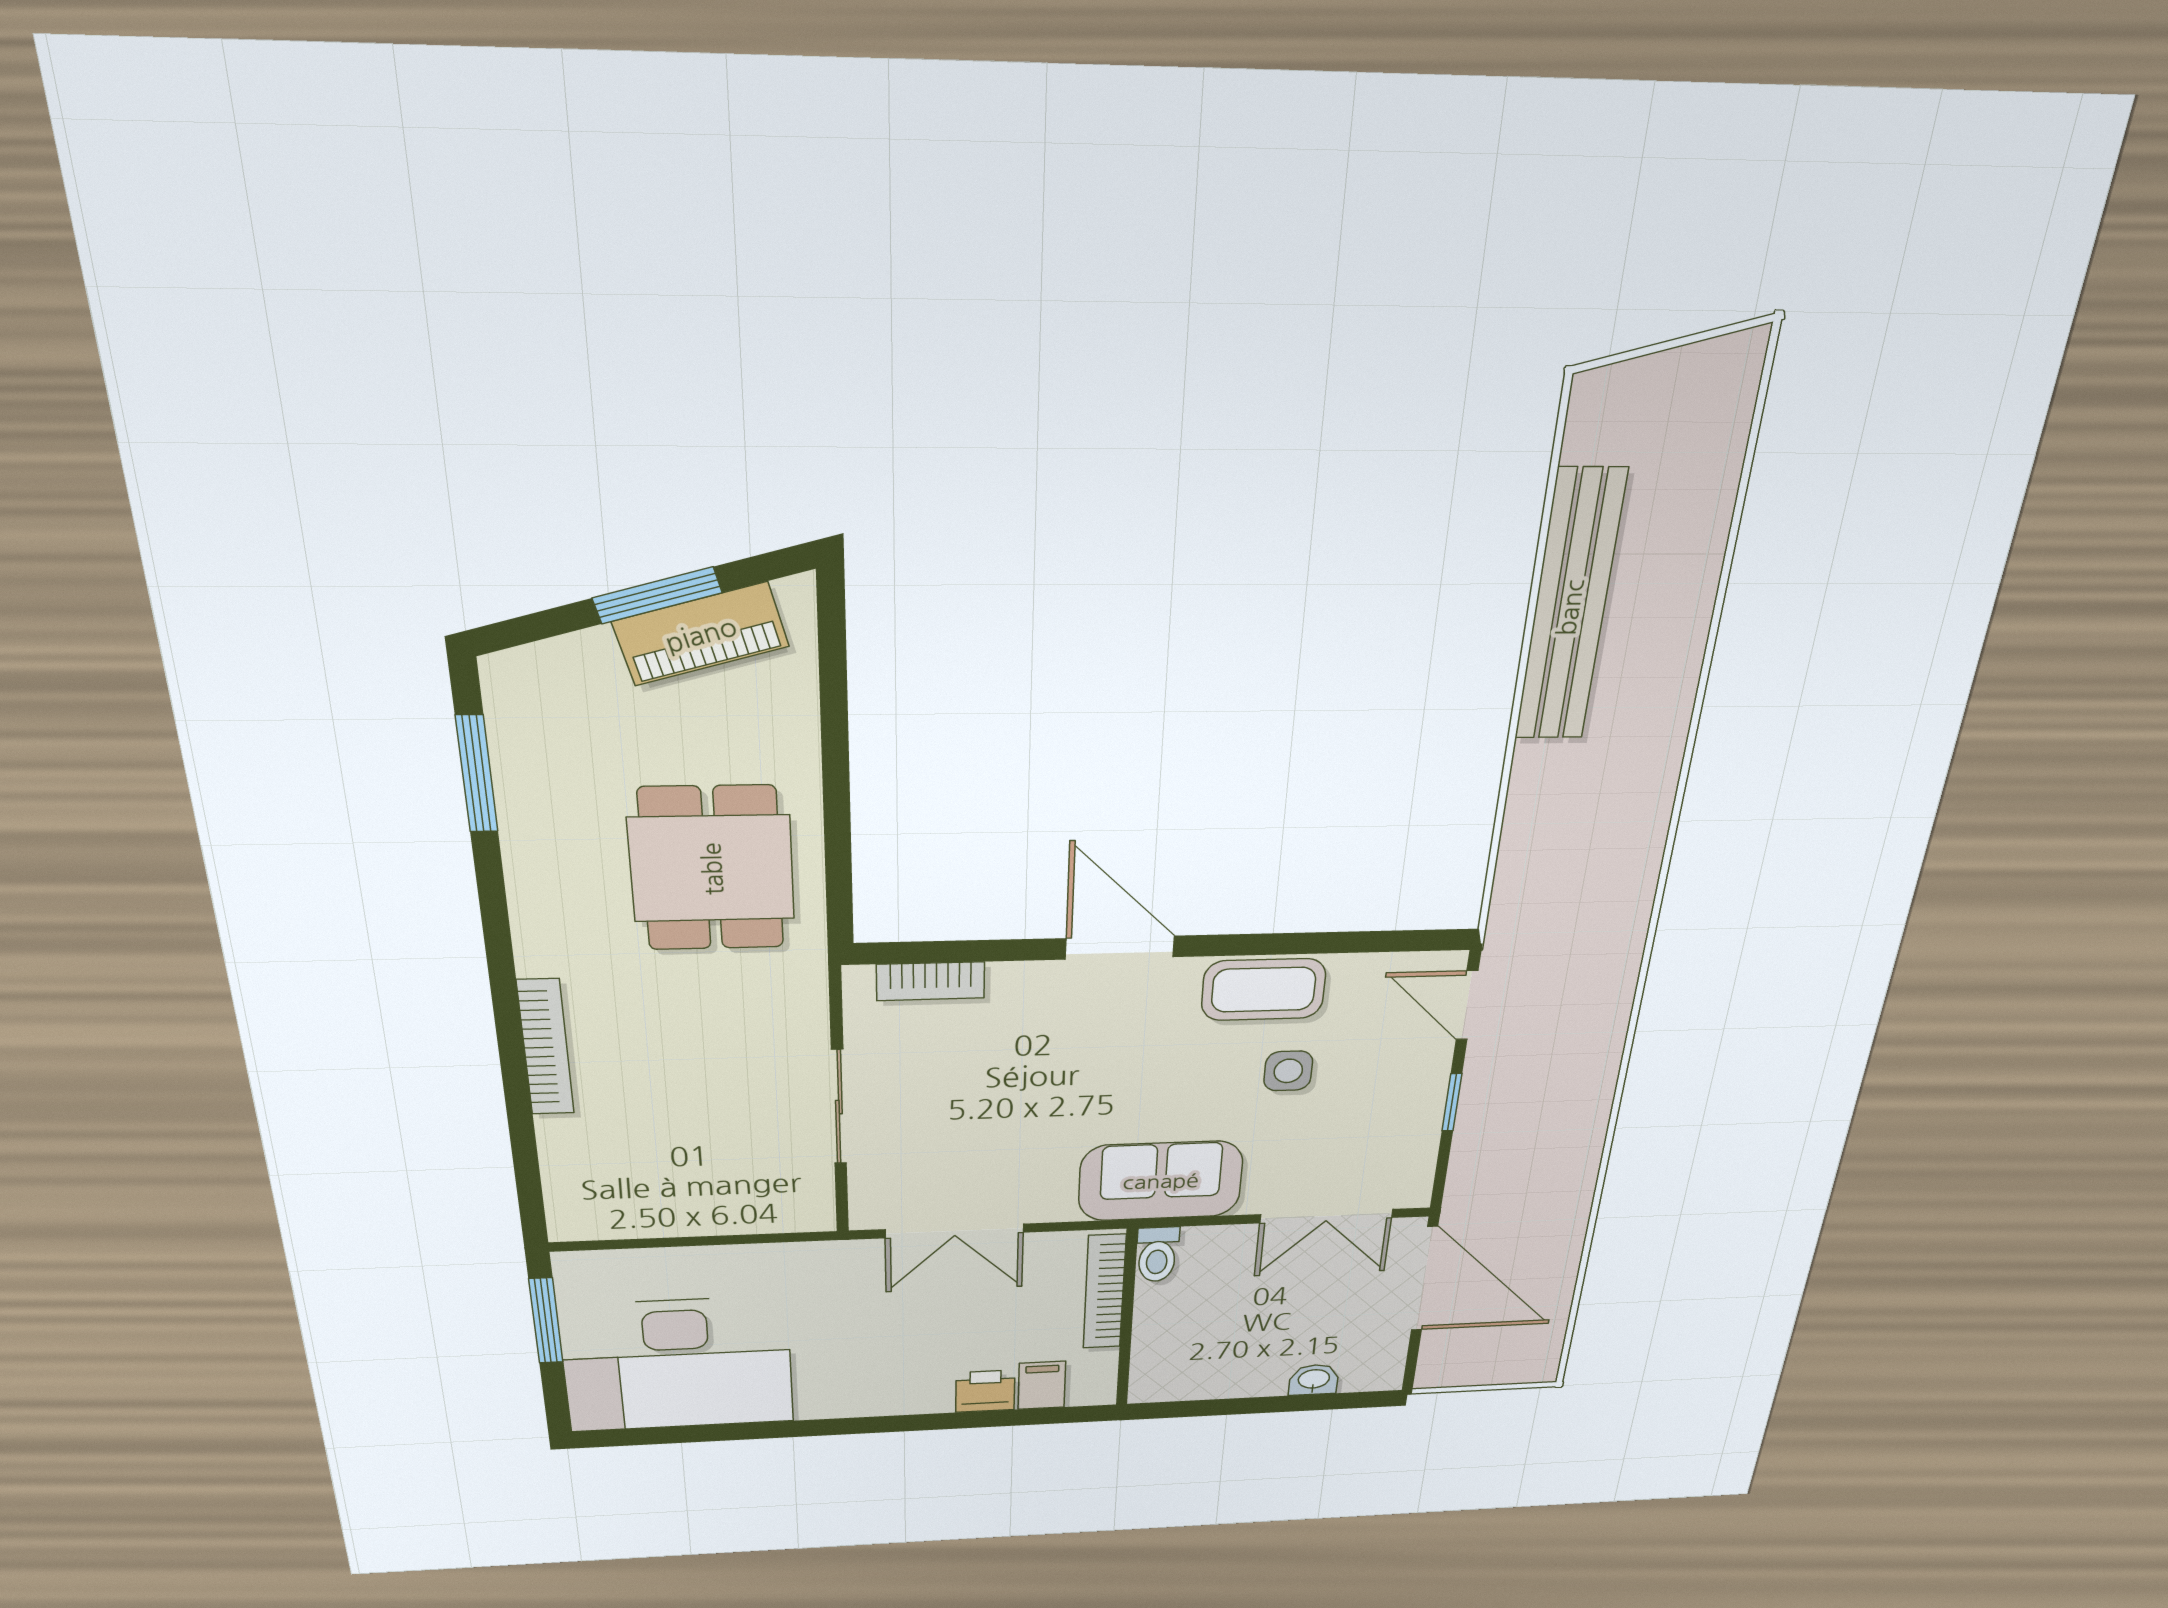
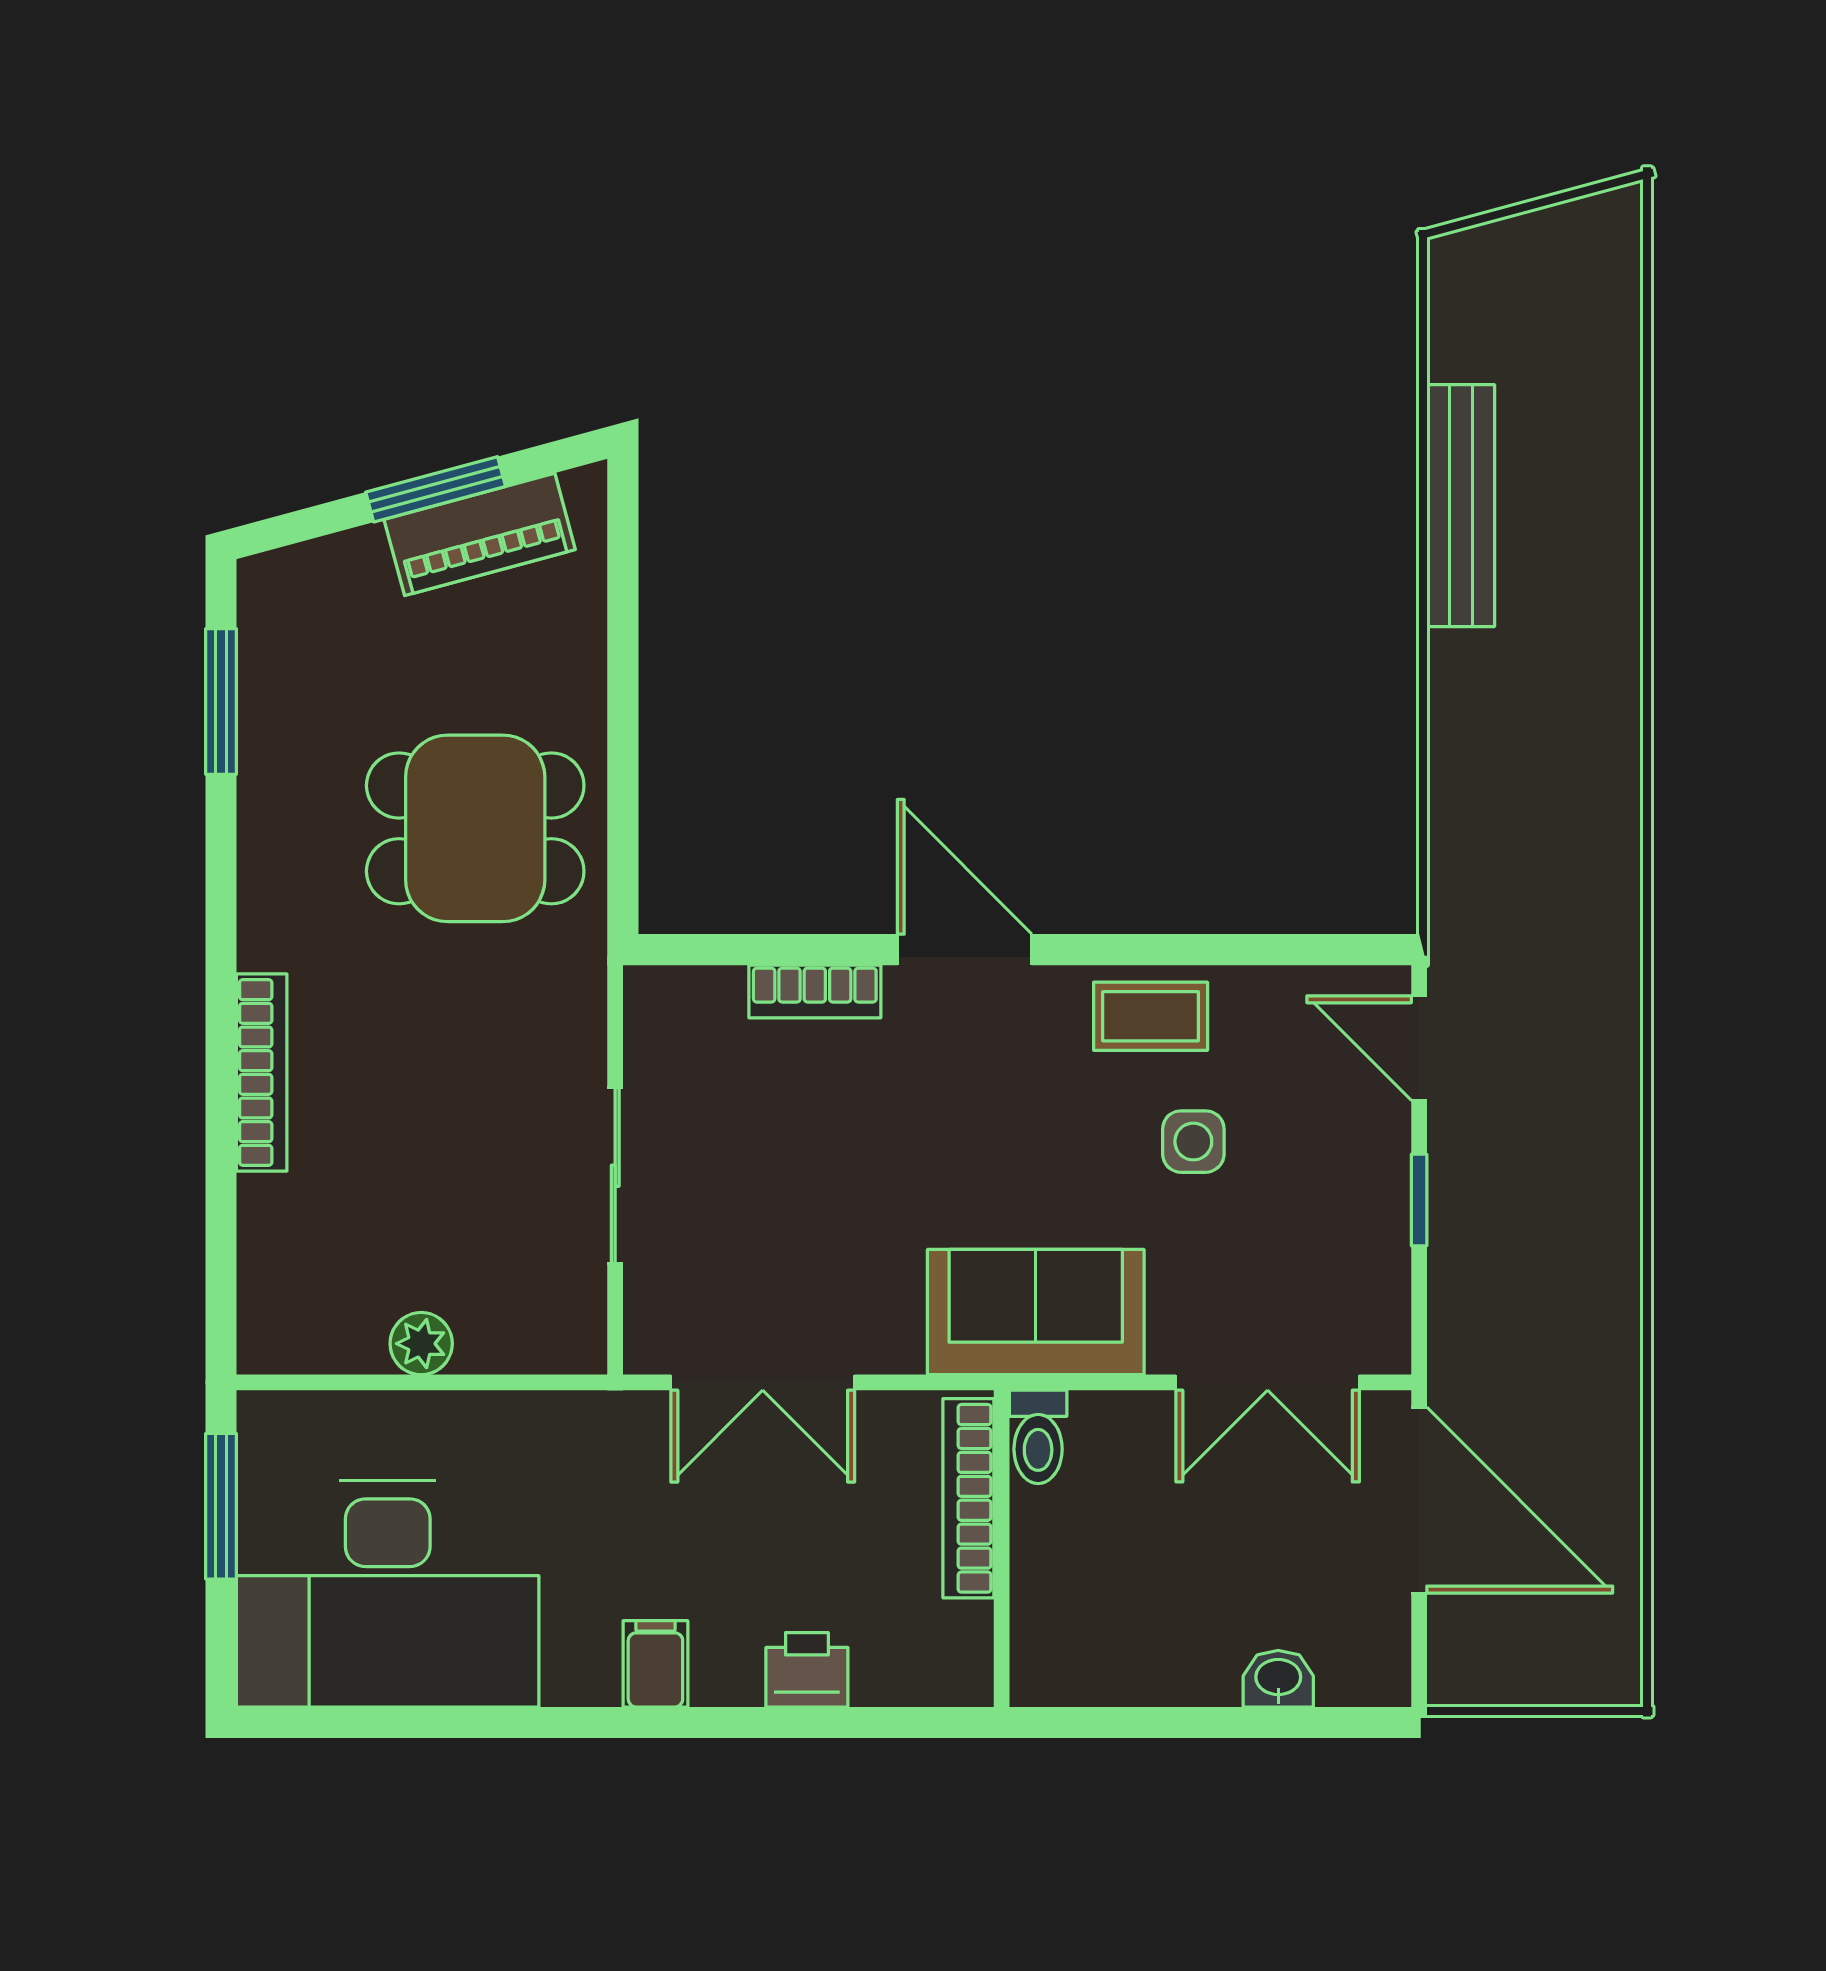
bench: (1570, 607) -> (1461, 506), width x0.73, depth x0.82
dining table: (712, 869) -> (475, 828), turned 90
bookcase: (931, 981) -> (815, 991), moved
coffee table: (1264, 990) -> (1151, 1016), width x0.73, depth x0.77
plant: (692, 1218) -> (421, 1344), added
filing cabinet: (1042, 1385) -> (655, 1664), moved

